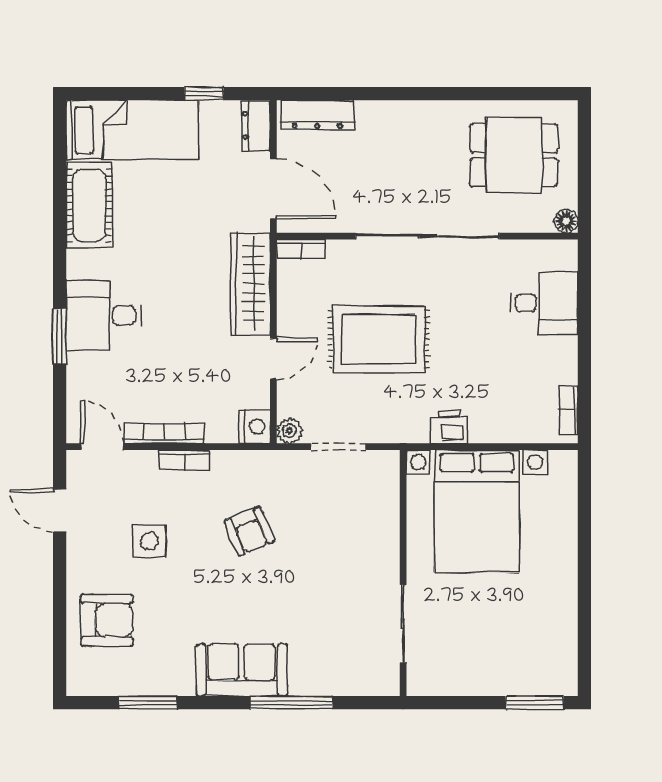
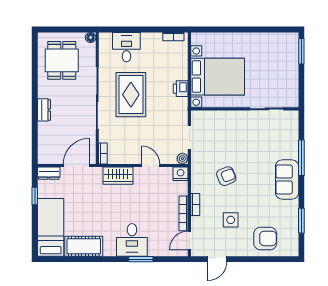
dresser: (317, 115) -> (44, 110), moved, width x0.70
wardrobe: (250, 284) -> (118, 176), width x0.67
rug: (379, 339) -> (131, 95), moved
armchair: (107, 620) -> (265, 238), turned 90

